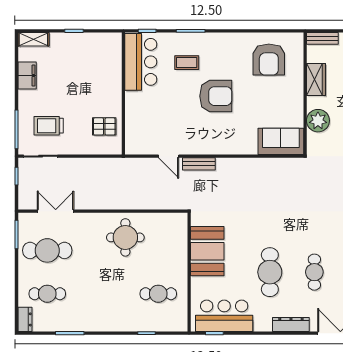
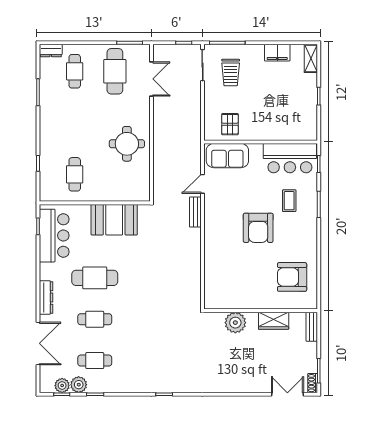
trolley: (49, 126) -> (231, 73), turned 180
sofa: (281, 141) -> (227, 156), moved, turned 90

